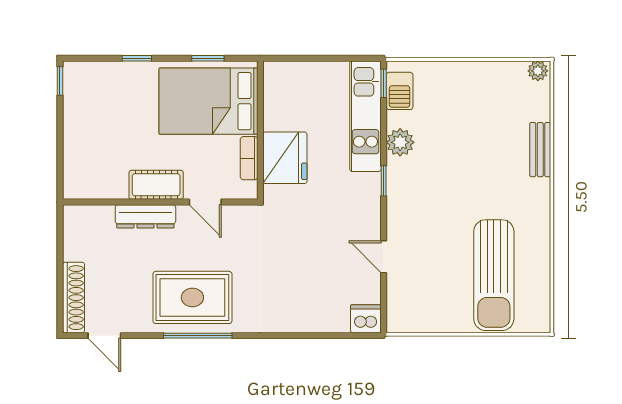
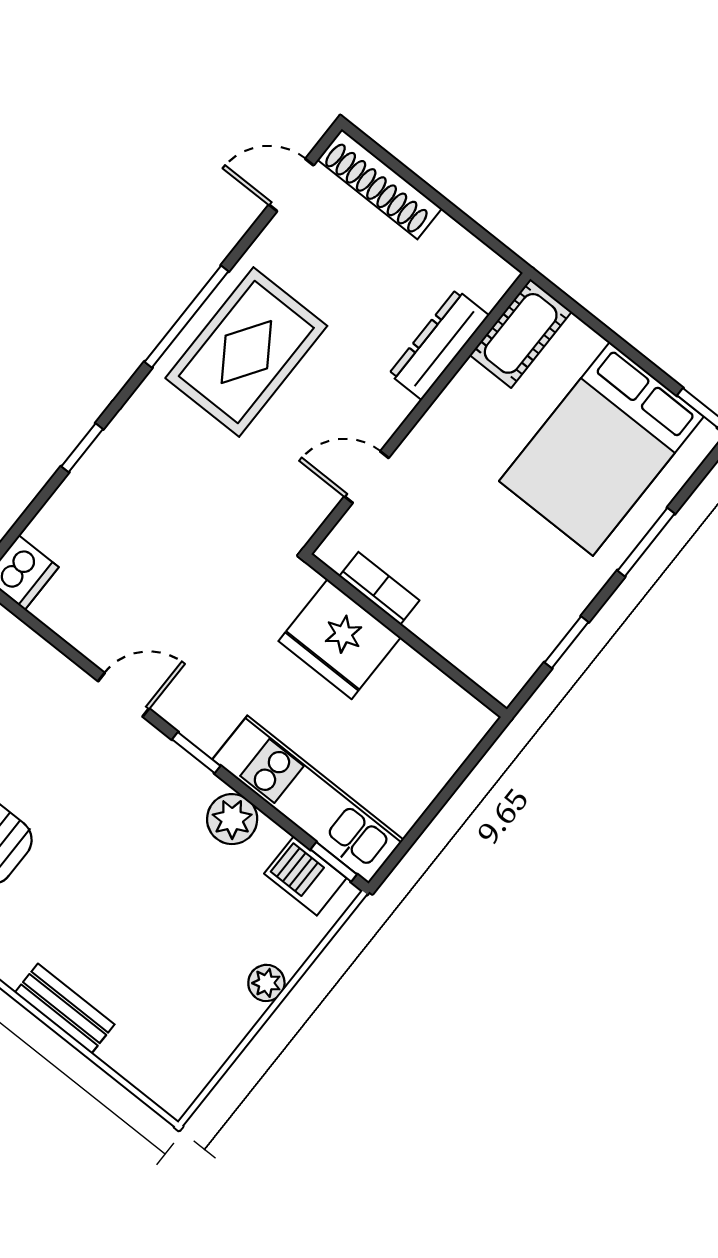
window: (137, 58) -> (646, 542), width x1.50
plant: (538, 71) -> (266, 983), moved
bed: (208, 101) -> (601, 449), moved, turned 180
cot: (156, 185) -> (521, 333), moved
dresser: (145, 216) -> (439, 345), moved
door: (384, 257) -> (124, 695), moved
window: (291, 336) -> (82, 448), added

